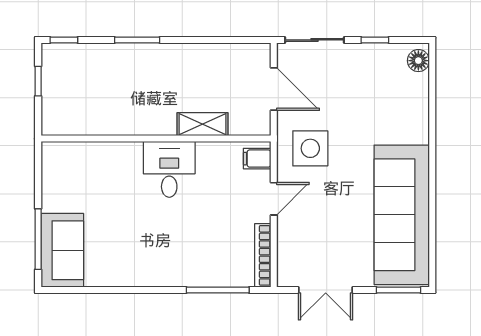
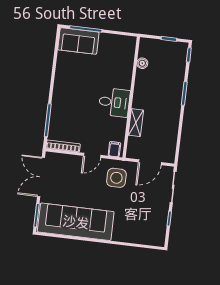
floor lamp: (418, 61) -> (156, 240), removed
boiler: (90, 125) -> (142, 63), added
door: (274, 199) -> (92, 155), hinge flipped
double door: (326, 290) -> (41, 177), width x1.37

